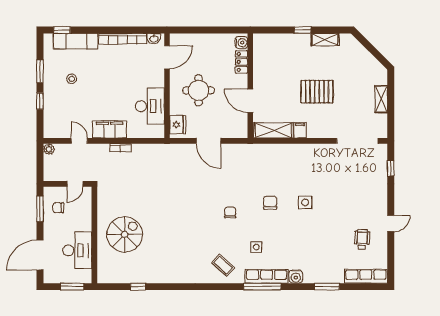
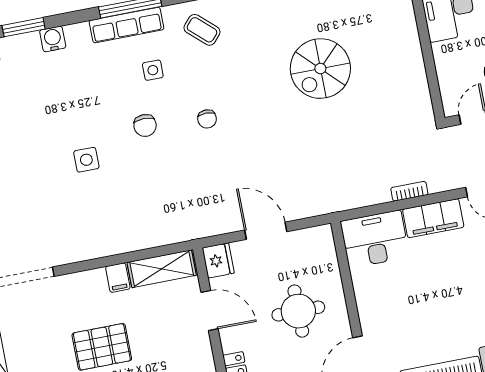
desk: (150, 106) -> (375, 239), moved, turned 90
fridge: (178, 125) -> (218, 260), moved, turned 180
chair: (270, 203) -> (145, 125), moved
spiral stairs: (125, 234) -> (320, 69), moved
water cooler: (296, 277) -> (53, 39), moved

